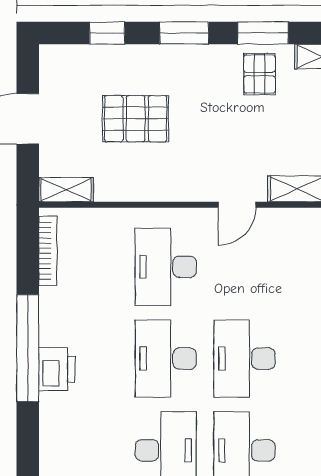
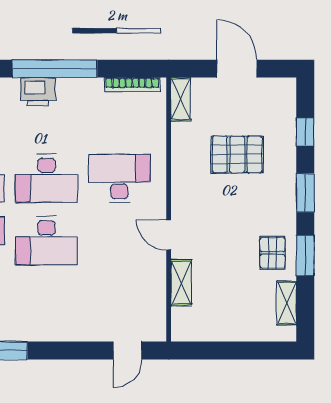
pallet: (259, 74) -> (273, 253), turned 90
pallet: (136, 119) -> (237, 154), turned 90
desk: (166, 359) -> (46, 178), turned 180
desk: (244, 359) -> (46, 241), turned 180

